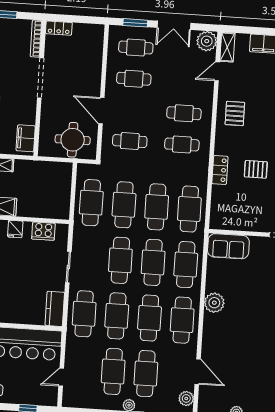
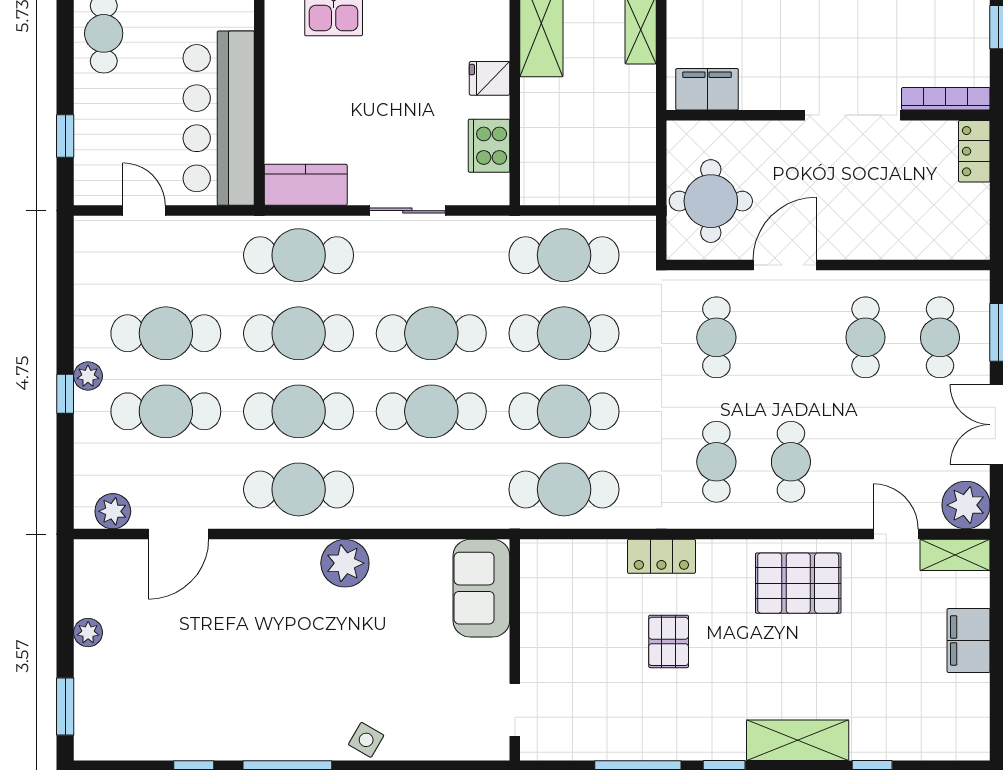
pallet: (235, 113) -> (798, 583), width x1.50, depth x1.42
cafe table: (186, 265) -> (431, 489), removed

